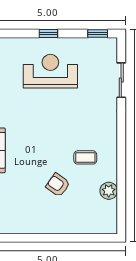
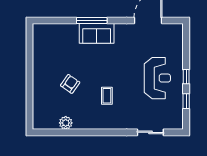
window: (98, 33) -> (186, 101), moved
coffee table: (85, 157) -> (107, 96), moved

